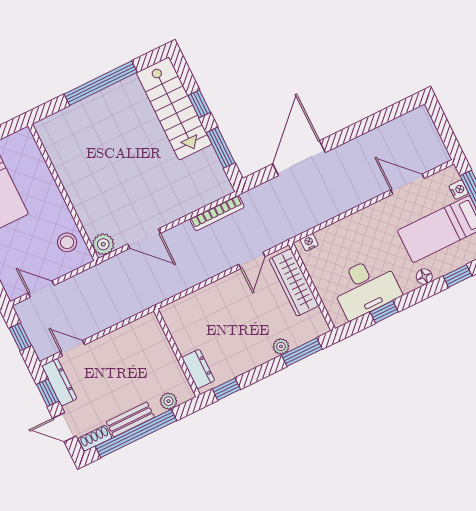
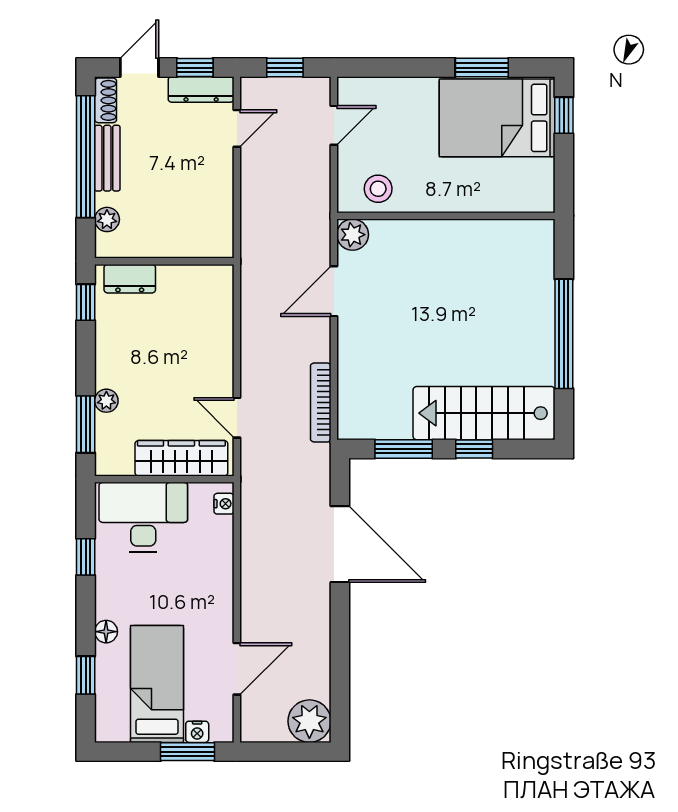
plant: (418, 123) -> (309, 721), added
desk: (366, 287) -> (143, 517), moved, turned 90

